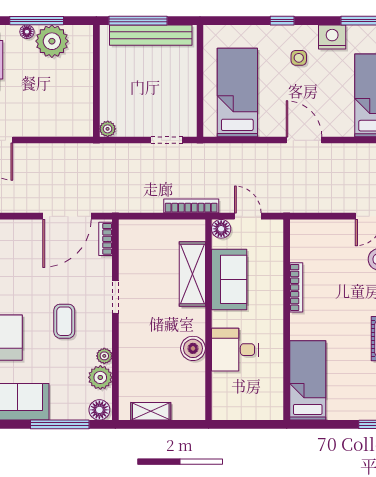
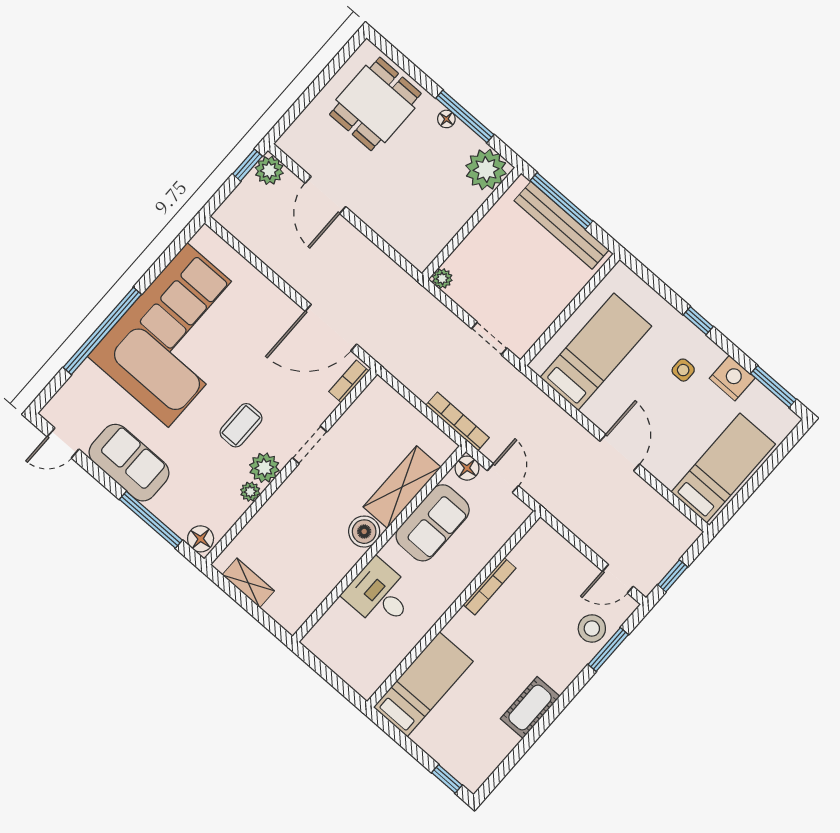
plant: (52, 41) -> (486, 170), moved
boiler: (193, 348) -> (364, 532), moved
plant: (100, 377) -> (264, 468), moved

